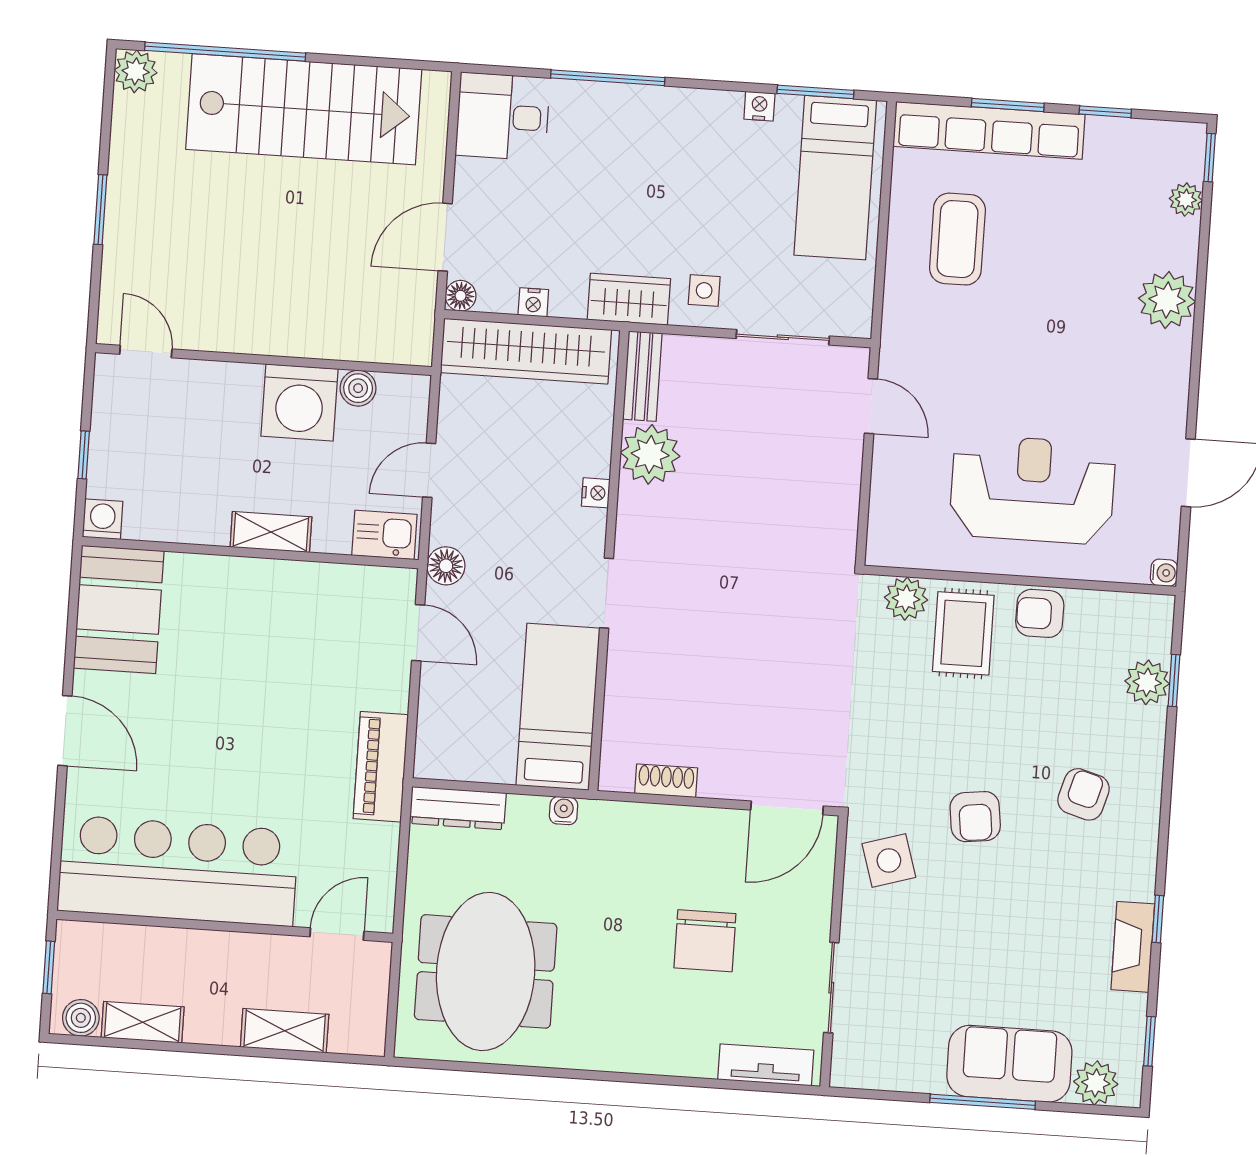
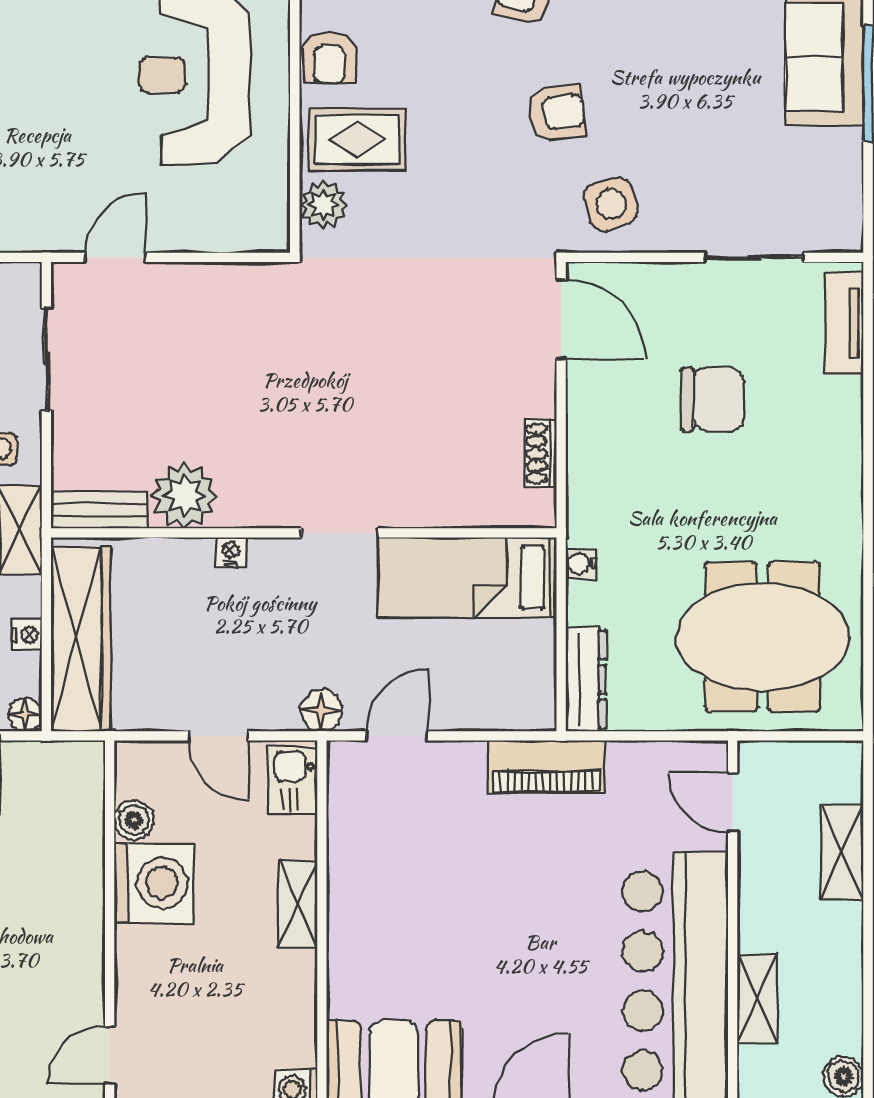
shelving: (143, 1022) -> (757, 999), moved

